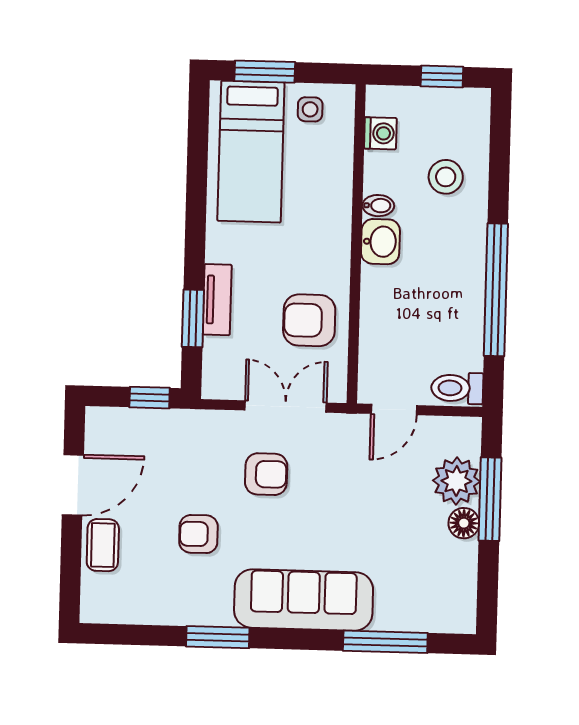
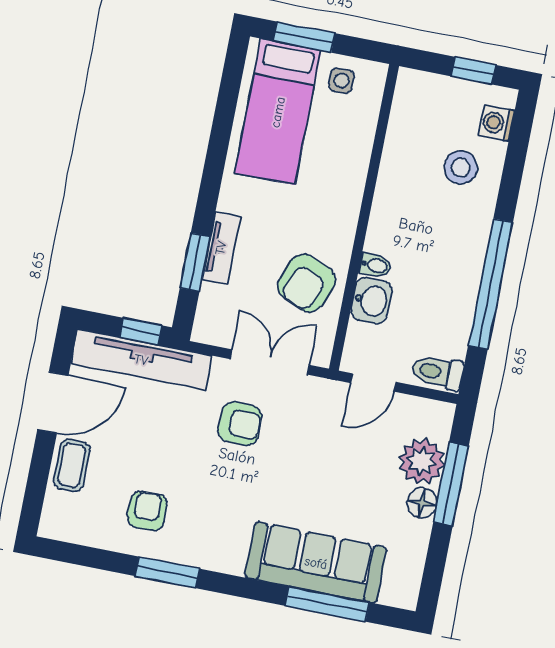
washing machine: (380, 133) -> (497, 123), moved, turned 180
bidet: (378, 206) -> (375, 265), moved
washbasin: (380, 242) -> (371, 300), moved
armchair: (309, 320) -> (306, 283), turned -68
tv unit: (155, 426) -> (141, 360), added
armchair: (198, 534) -> (147, 511), moved, turned 90
sofa: (304, 600) -> (316, 563), moved

